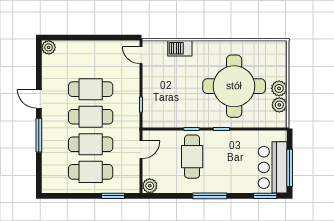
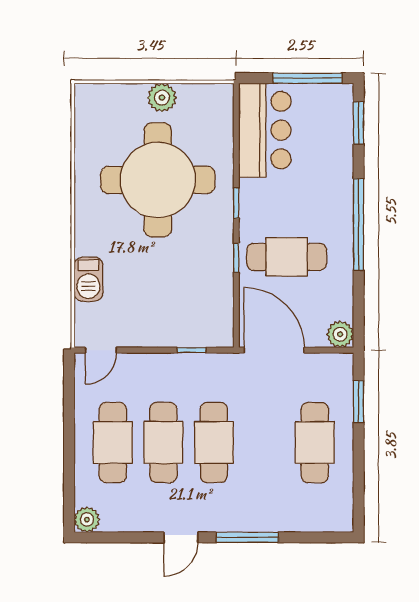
plant: (279, 105) -> (192, 97), removed
cafe table: (91, 144) -> (113, 443), moved
door: (141, 150) -> (274, 350), width x1.88
bar counter: (273, 167) -> (265, 130), moved, turned -90
window: (210, 196) -> (359, 225), width x1.46

